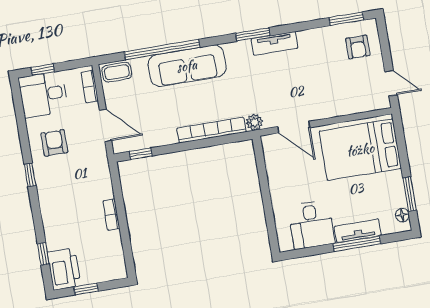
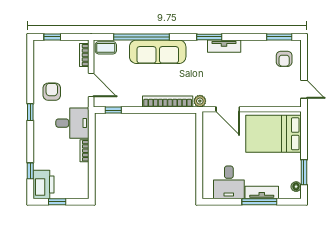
desk: (43, 94) -> (72, 123), moved, turned 180

